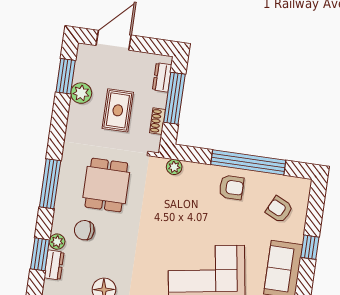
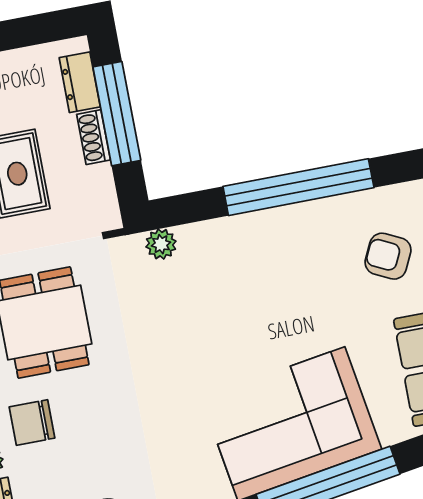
shoe rack: (157, 121) -> (94, 137), moved
armchair: (231, 187) -> (283, 245), removed

